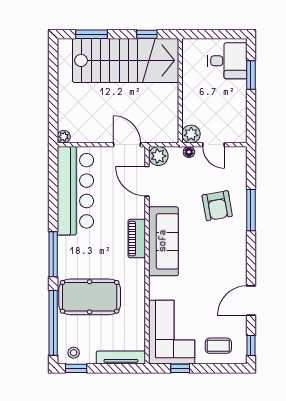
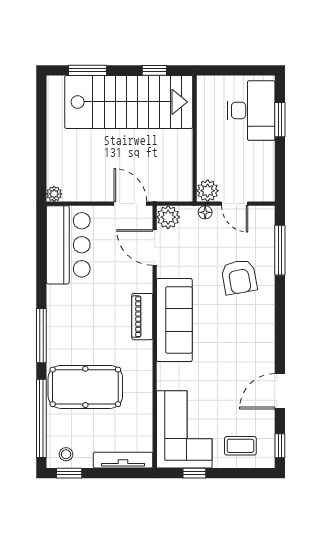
desk: (227, 61) -> (251, 111), width x1.37
bar counter: (75, 191) -> (68, 245), width x0.73
window: (251, 210) -> (280, 250), moved

